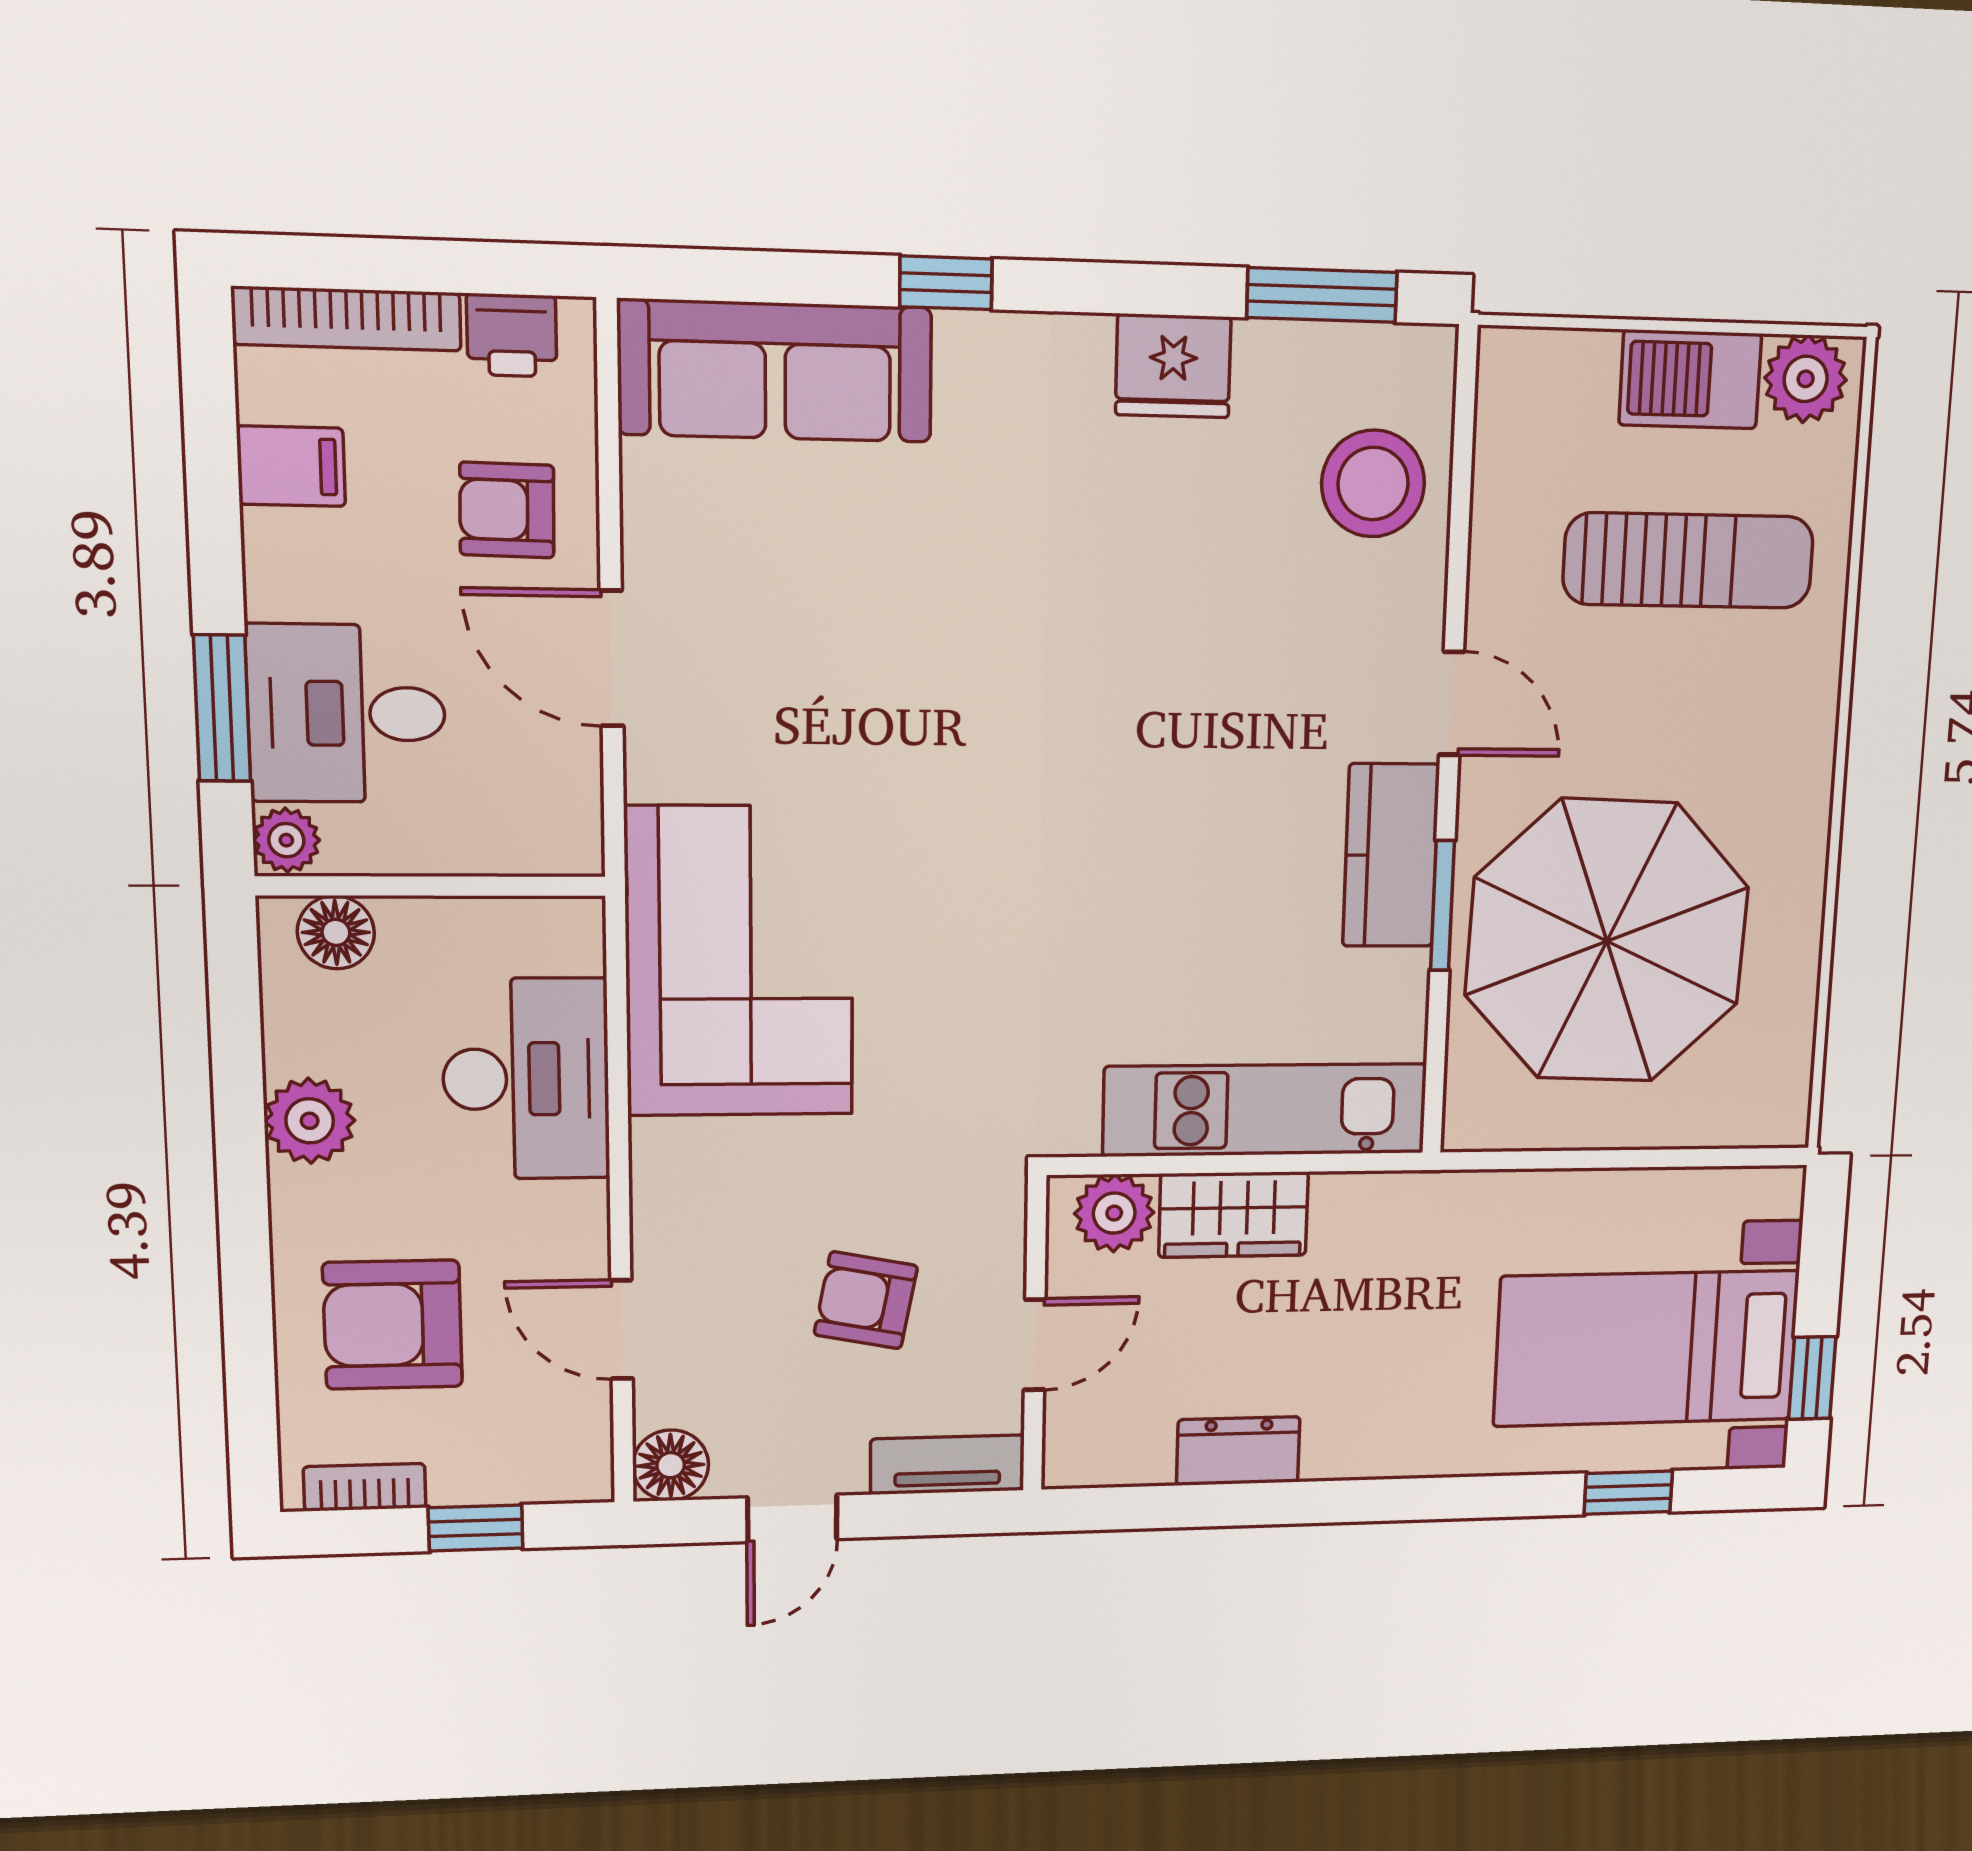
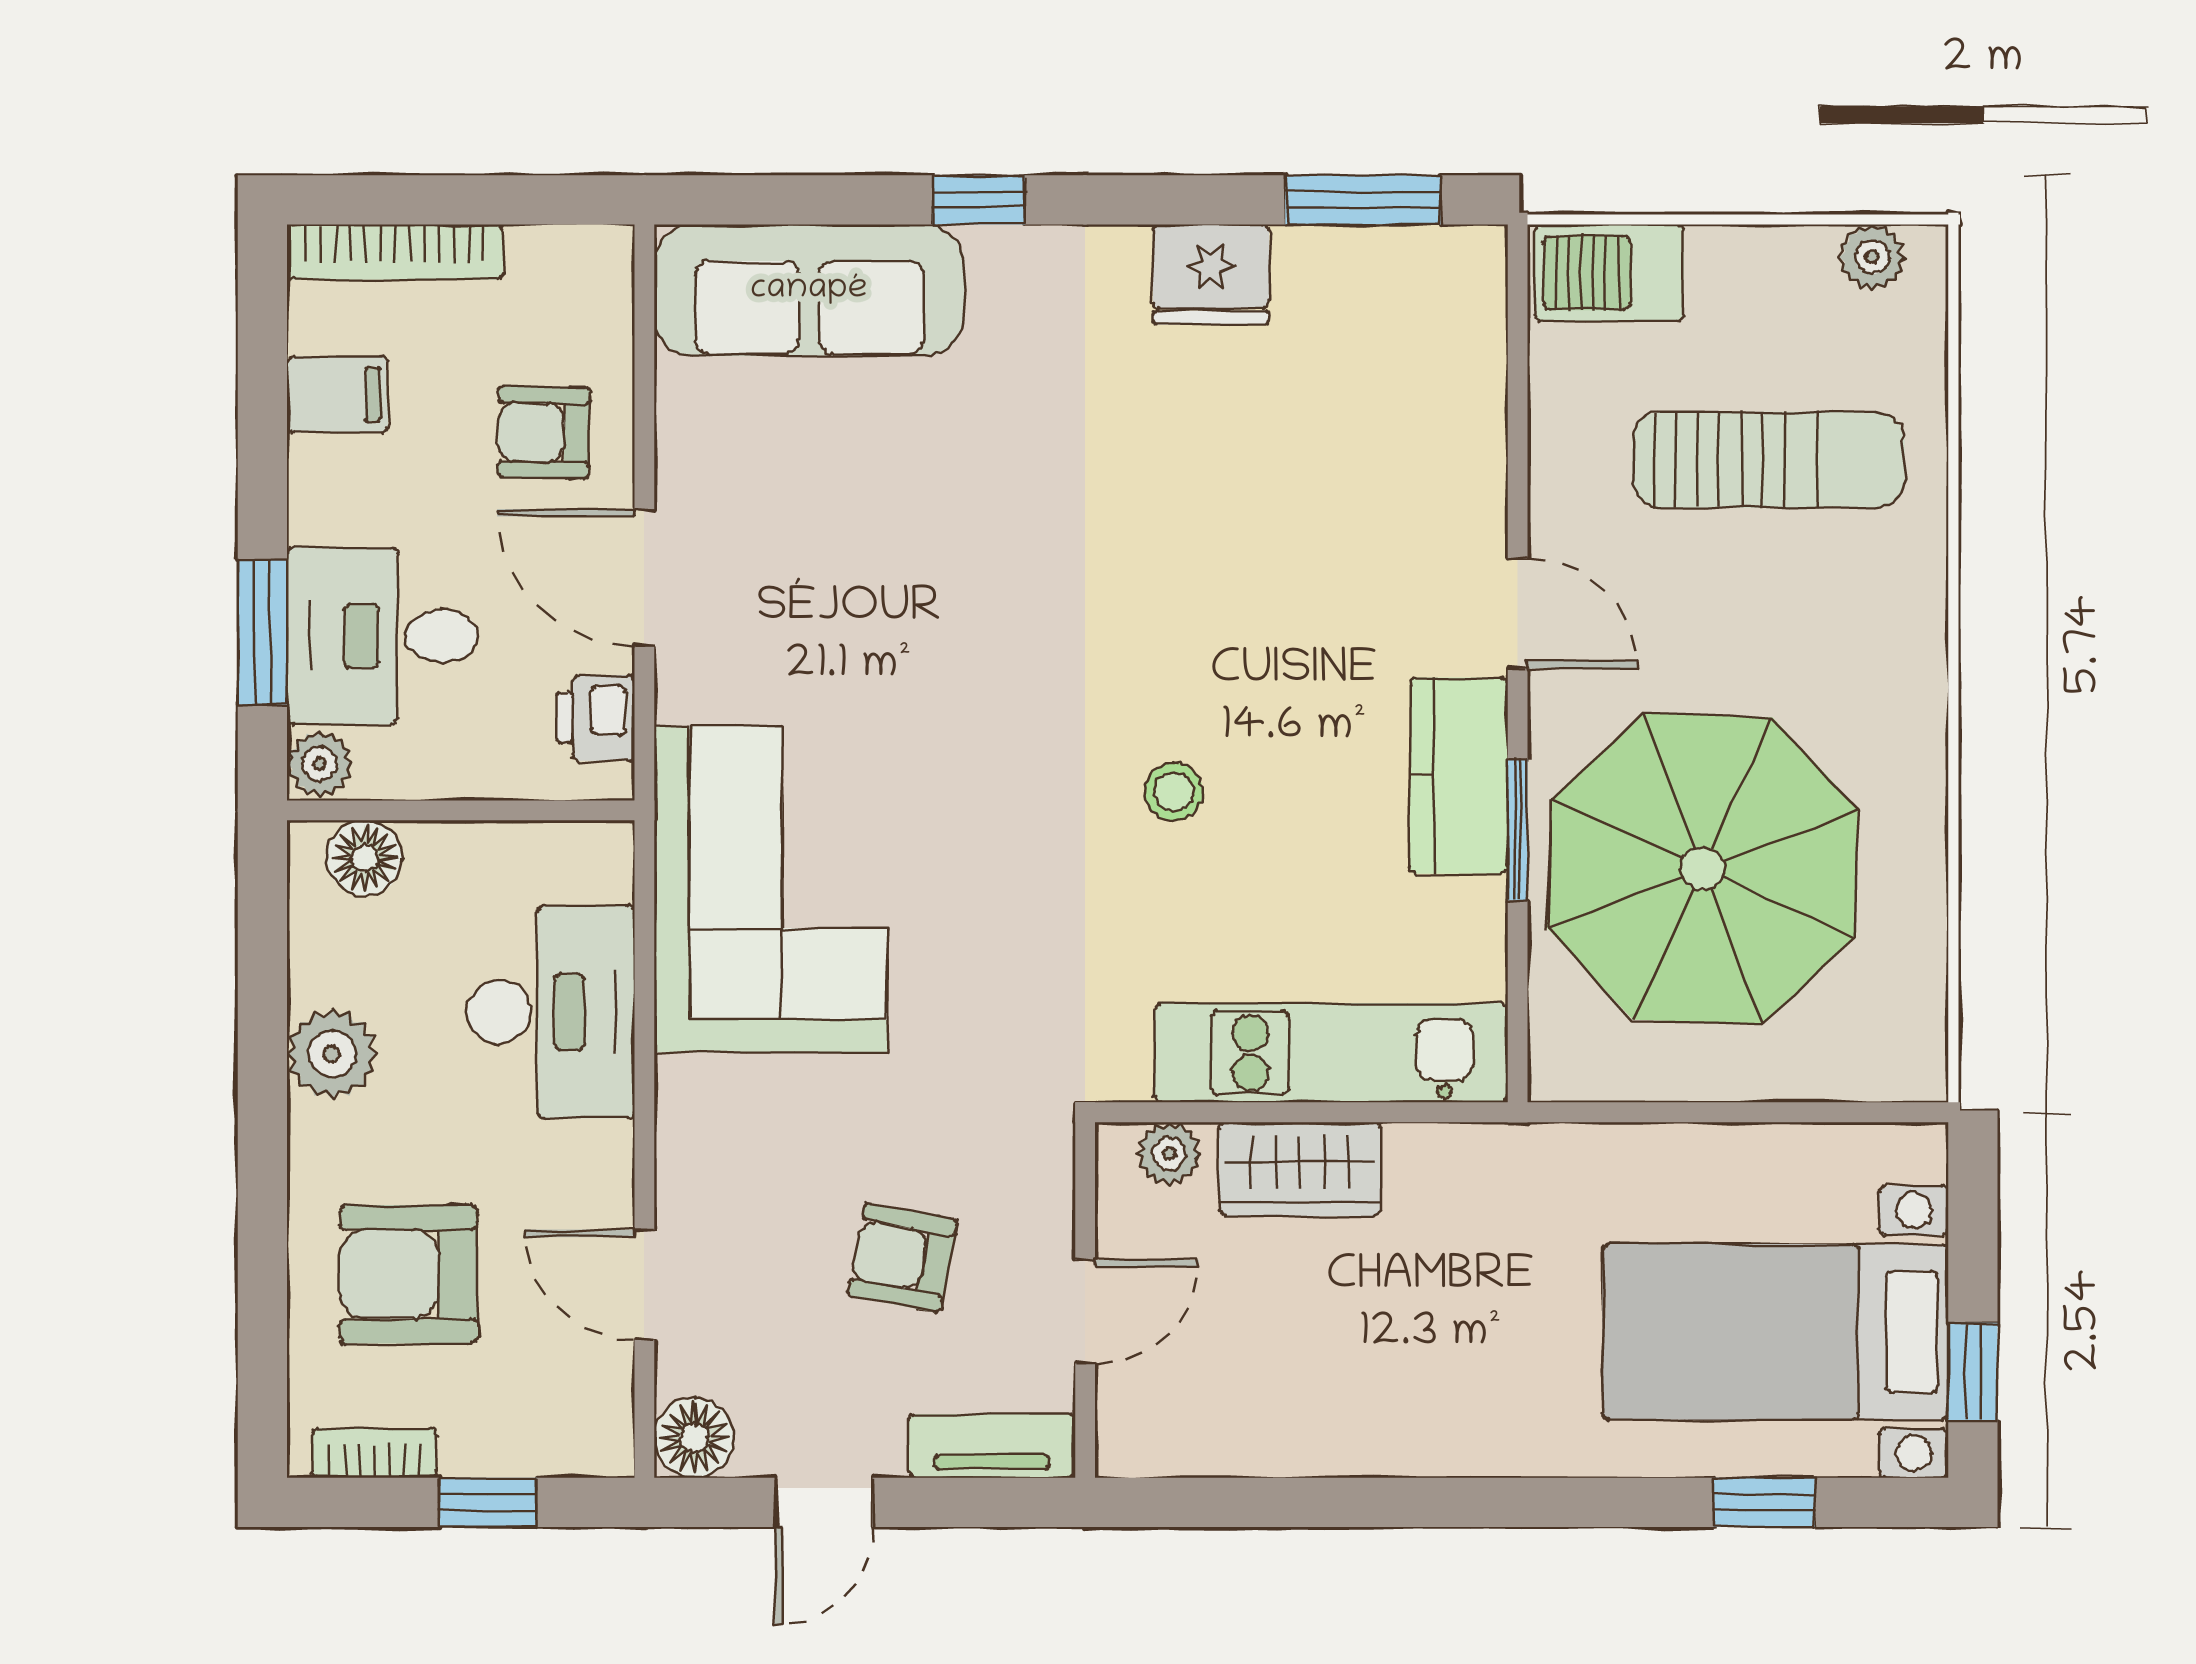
printer: (512, 335) -> (596, 718), moved, turned 90
barbecue: (1690, 379) -> (1609, 273), moved
plant: (1806, 379) -> (1872, 257), width x0.73, depth x0.73
stool: (1373, 484) -> (1174, 792), moved, width x0.53, depth x0.53
plant: (1114, 1213) -> (1169, 1154), width x0.73, depth x0.73
dresser: (1238, 1451) -> (1313, 1440), removed

